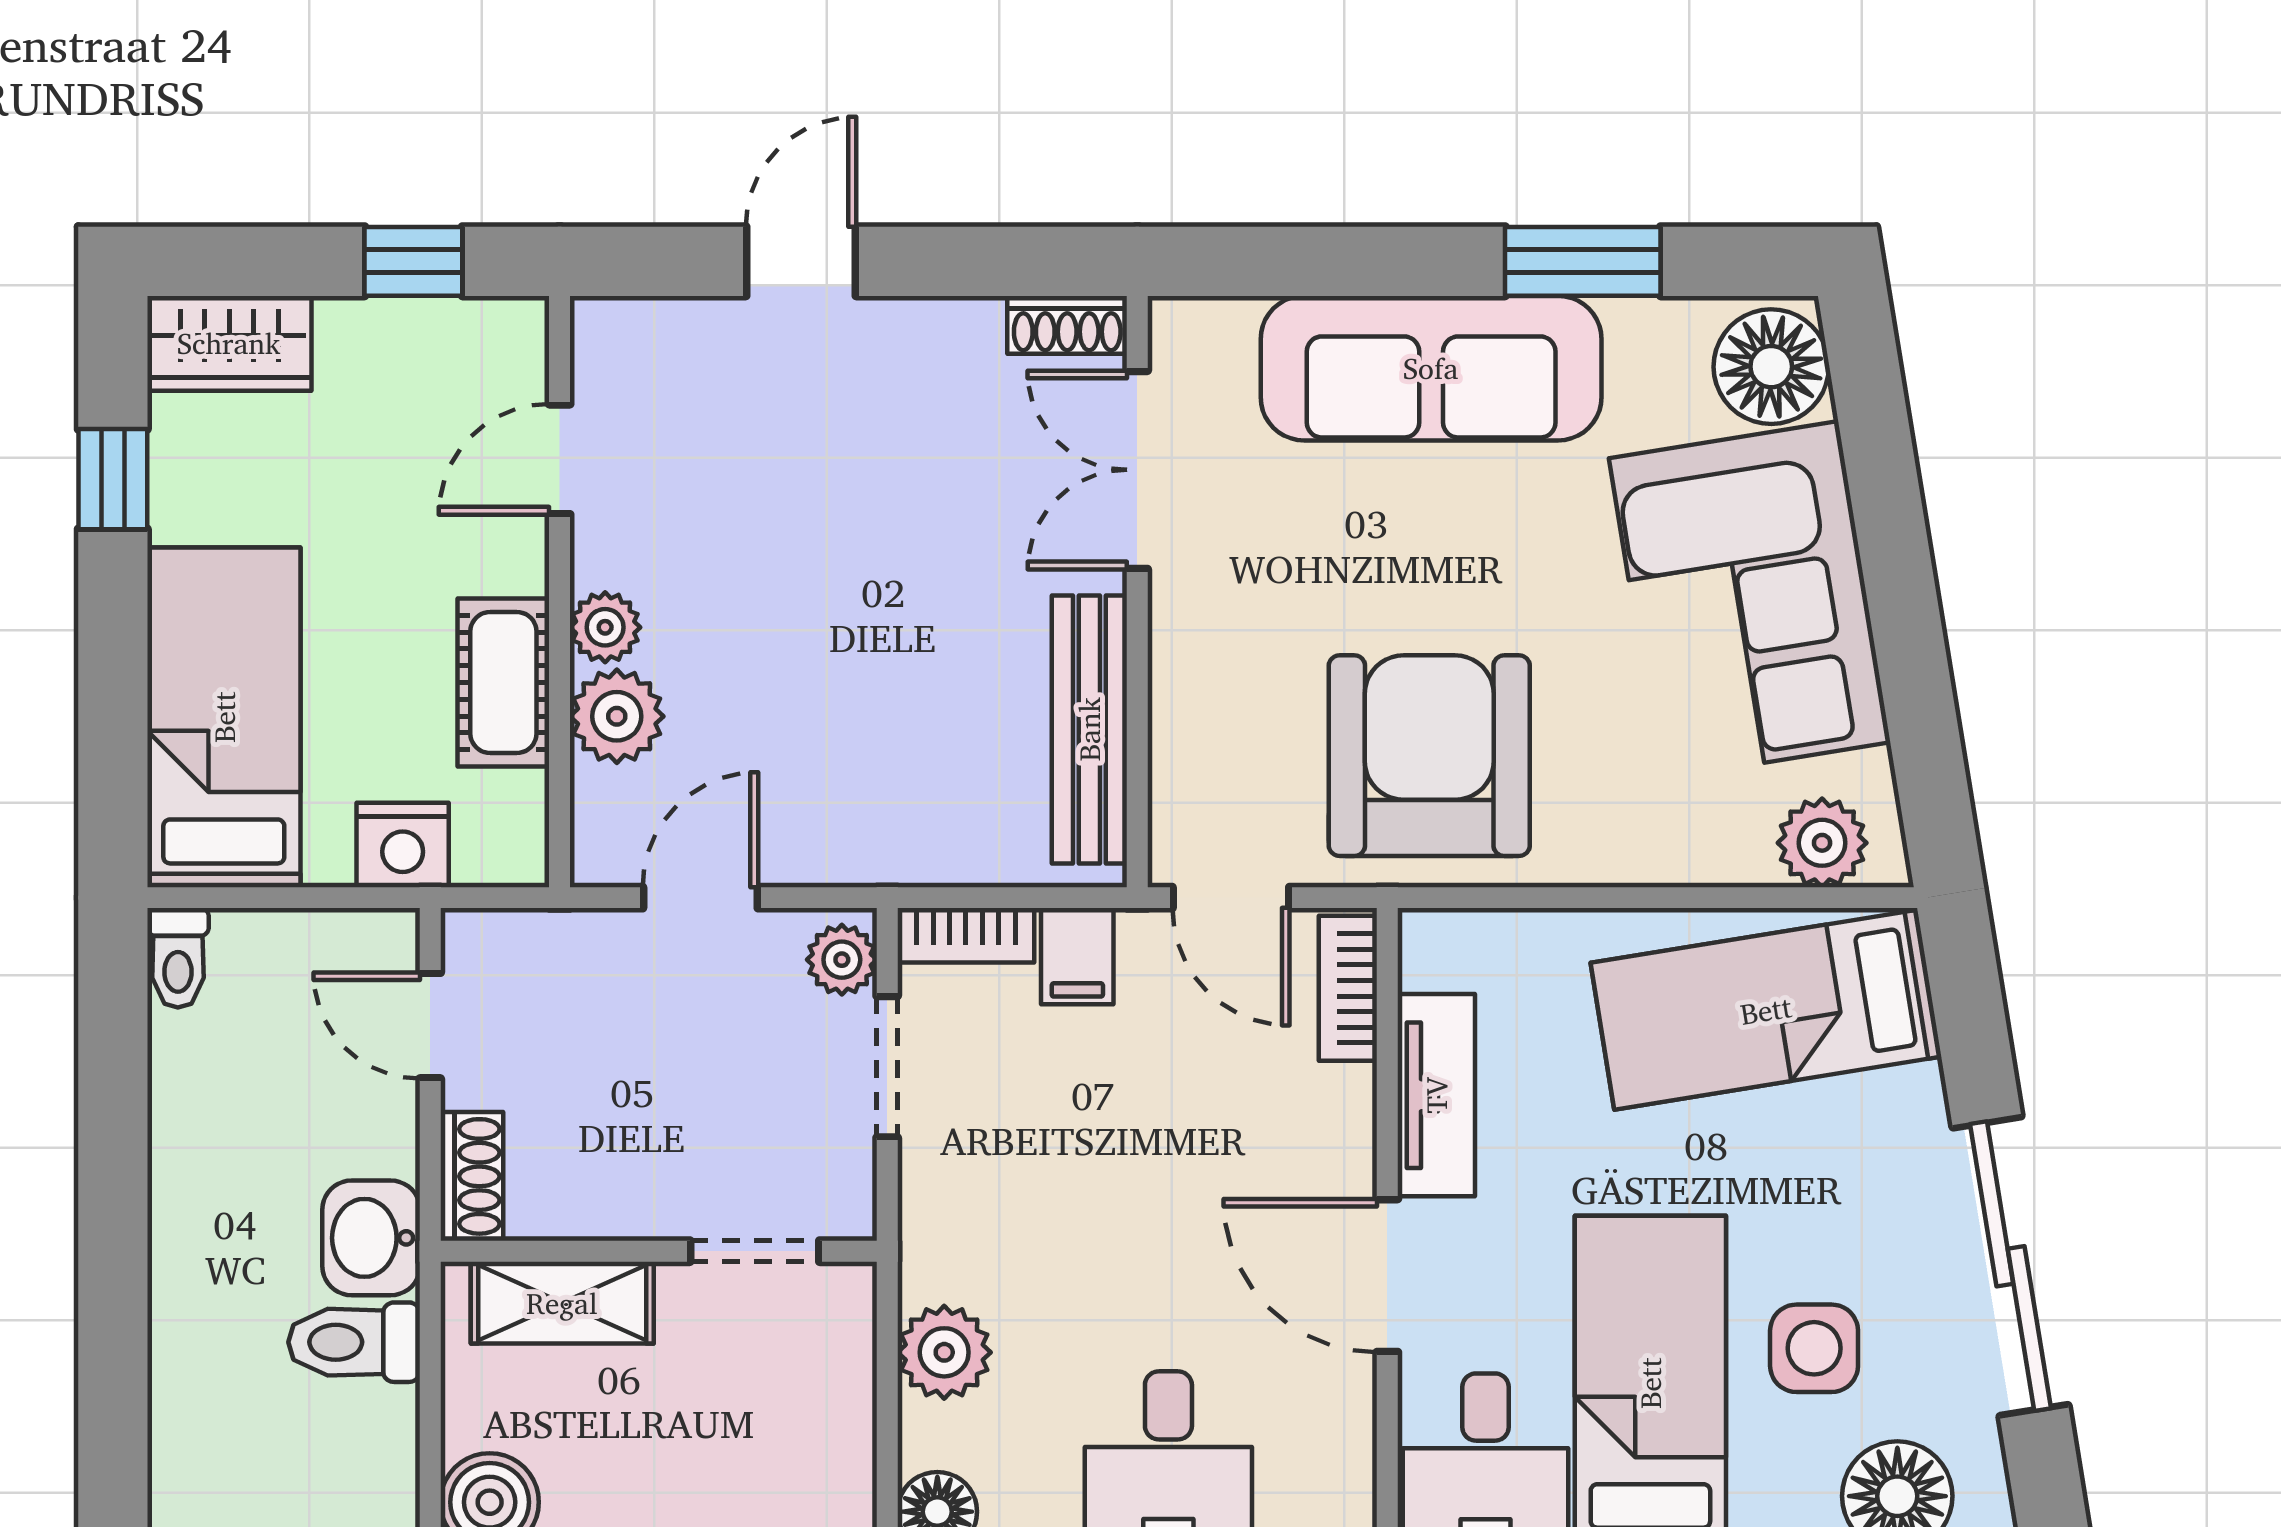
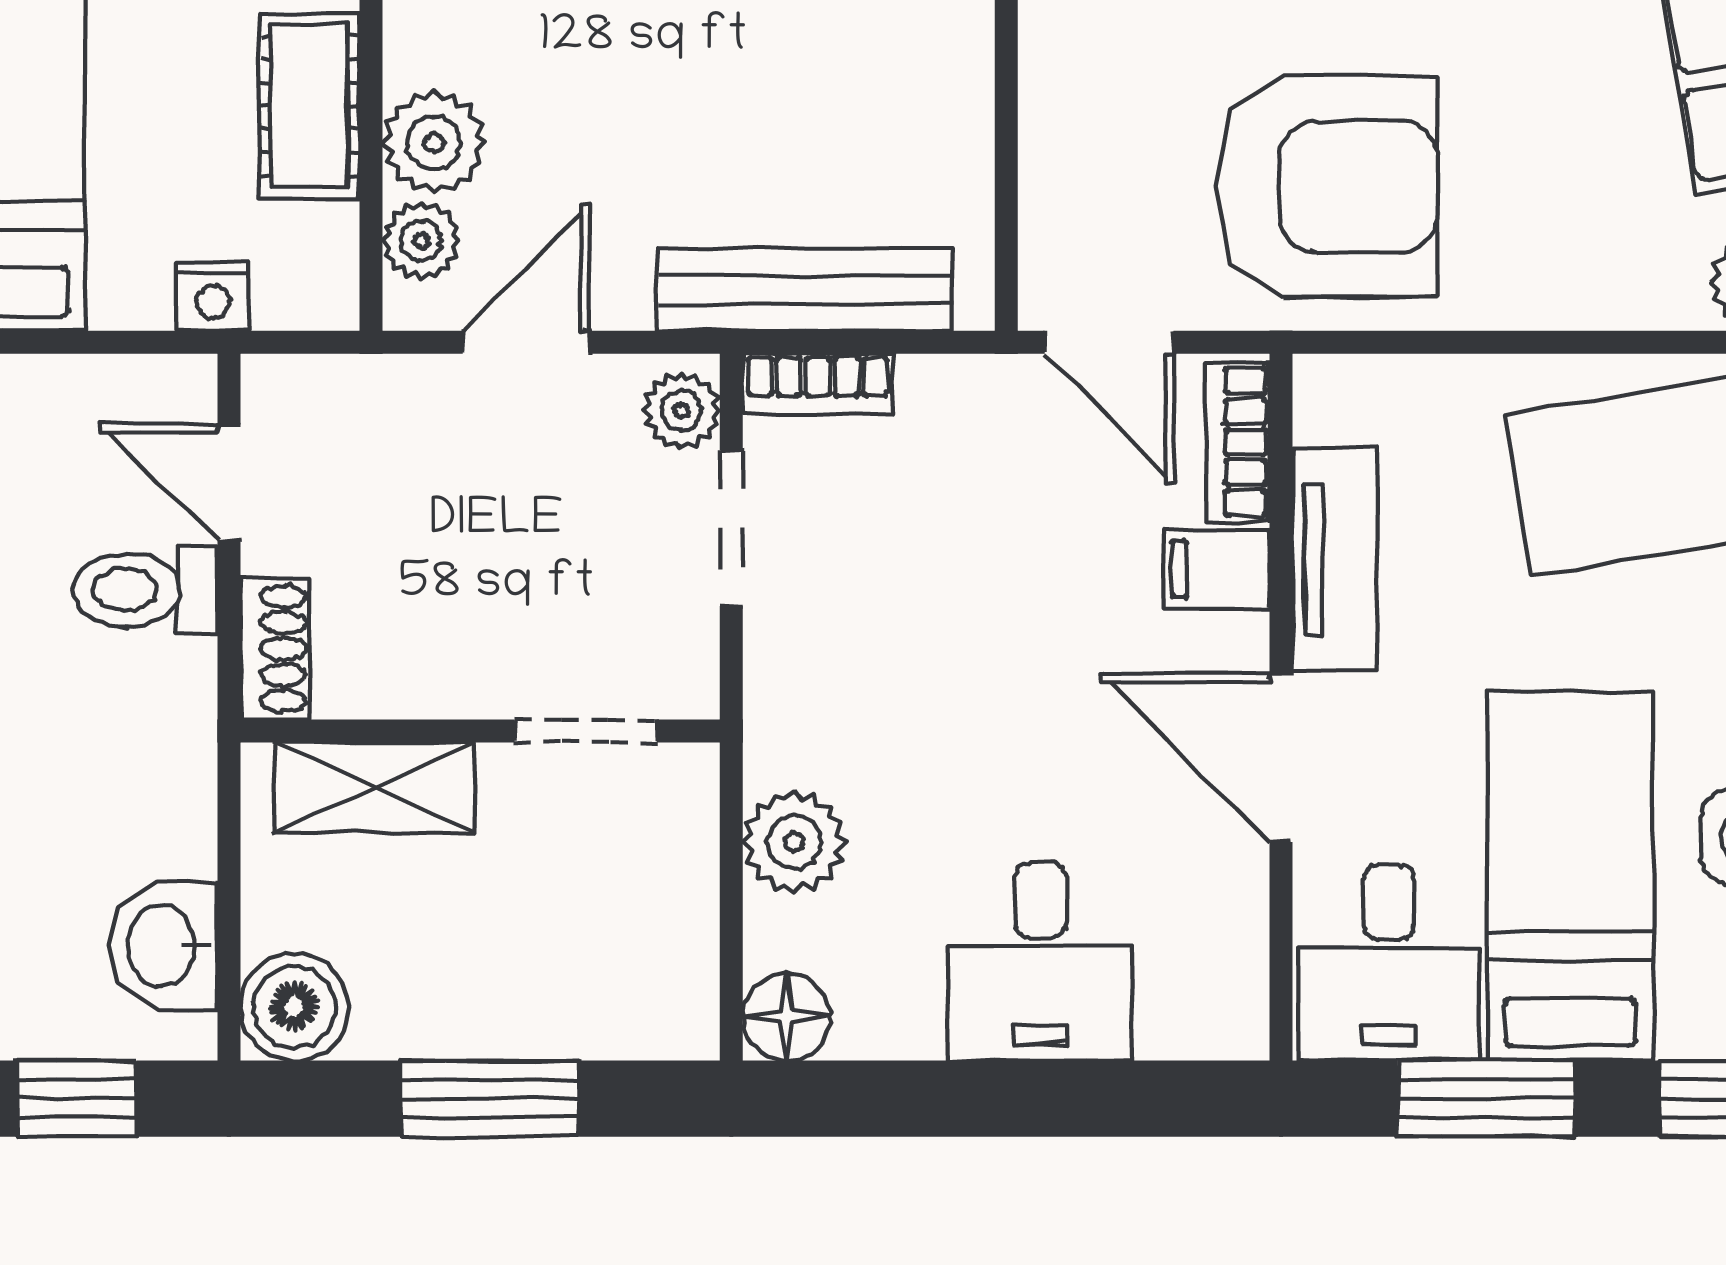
plant: (605, 627) -> (421, 241), moved
bench: (1089, 729) -> (805, 290), moved, turned 90
armchair: (1429, 756) -> (1327, 186), turned 90
nightstand: (403, 845) -> (213, 296), width x0.72, depth x0.74
filing cabinet: (1077, 956) -> (1217, 569), moved, turned 90
washbasin: (371, 1238) -> (164, 946), moved
toilet: (354, 1342) -> (145, 590), moved

